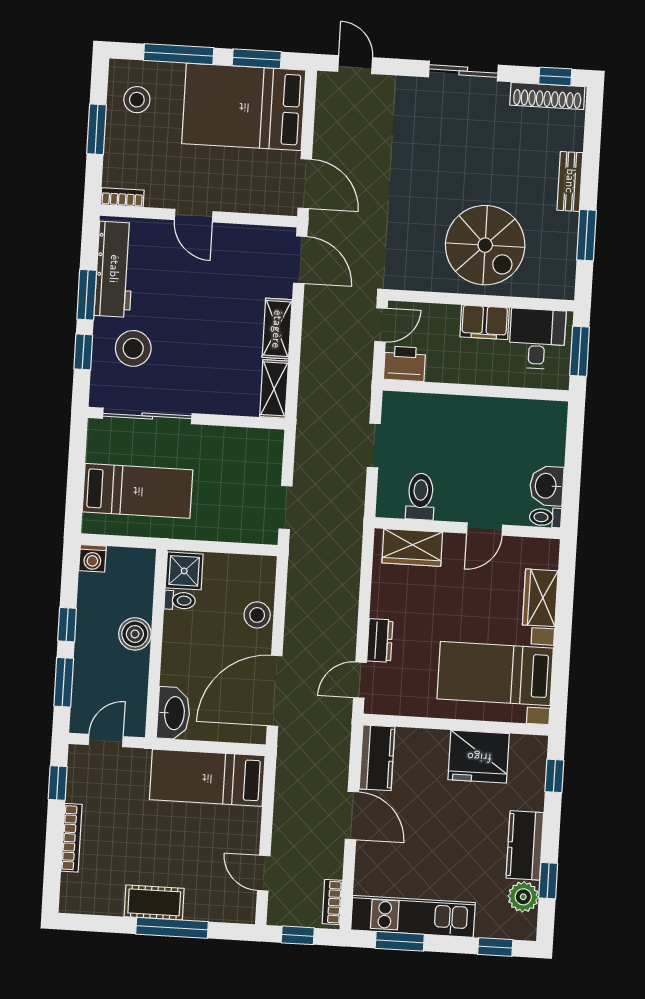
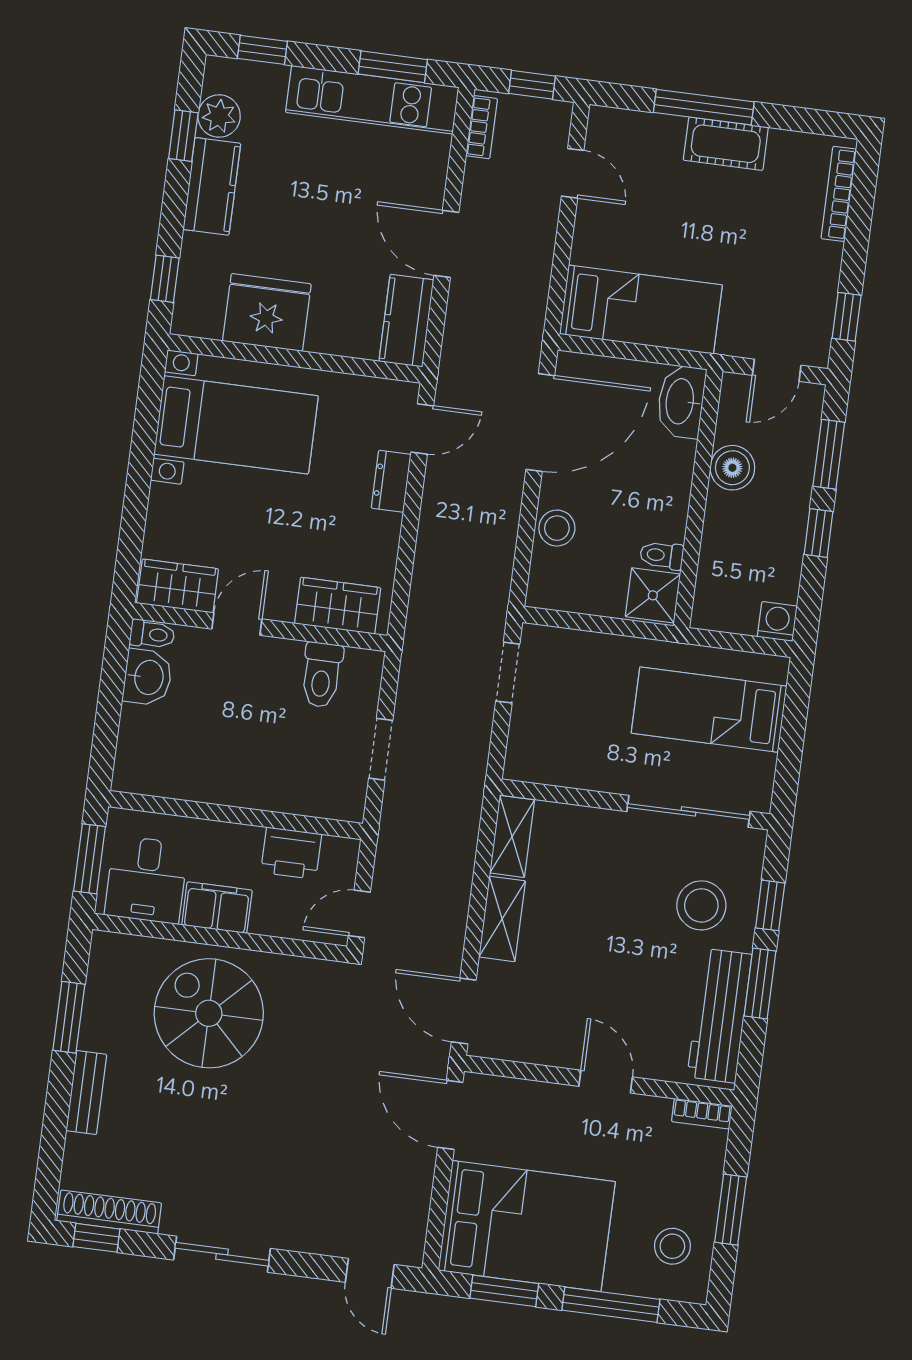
printer: (405, 364) -> (291, 853), moved
wardrobe: (540, 598) -> (178, 586), moved, turned -90
boiler: (135, 634) -> (732, 468), moved
bookcase: (72, 838) -> (839, 194), moved

